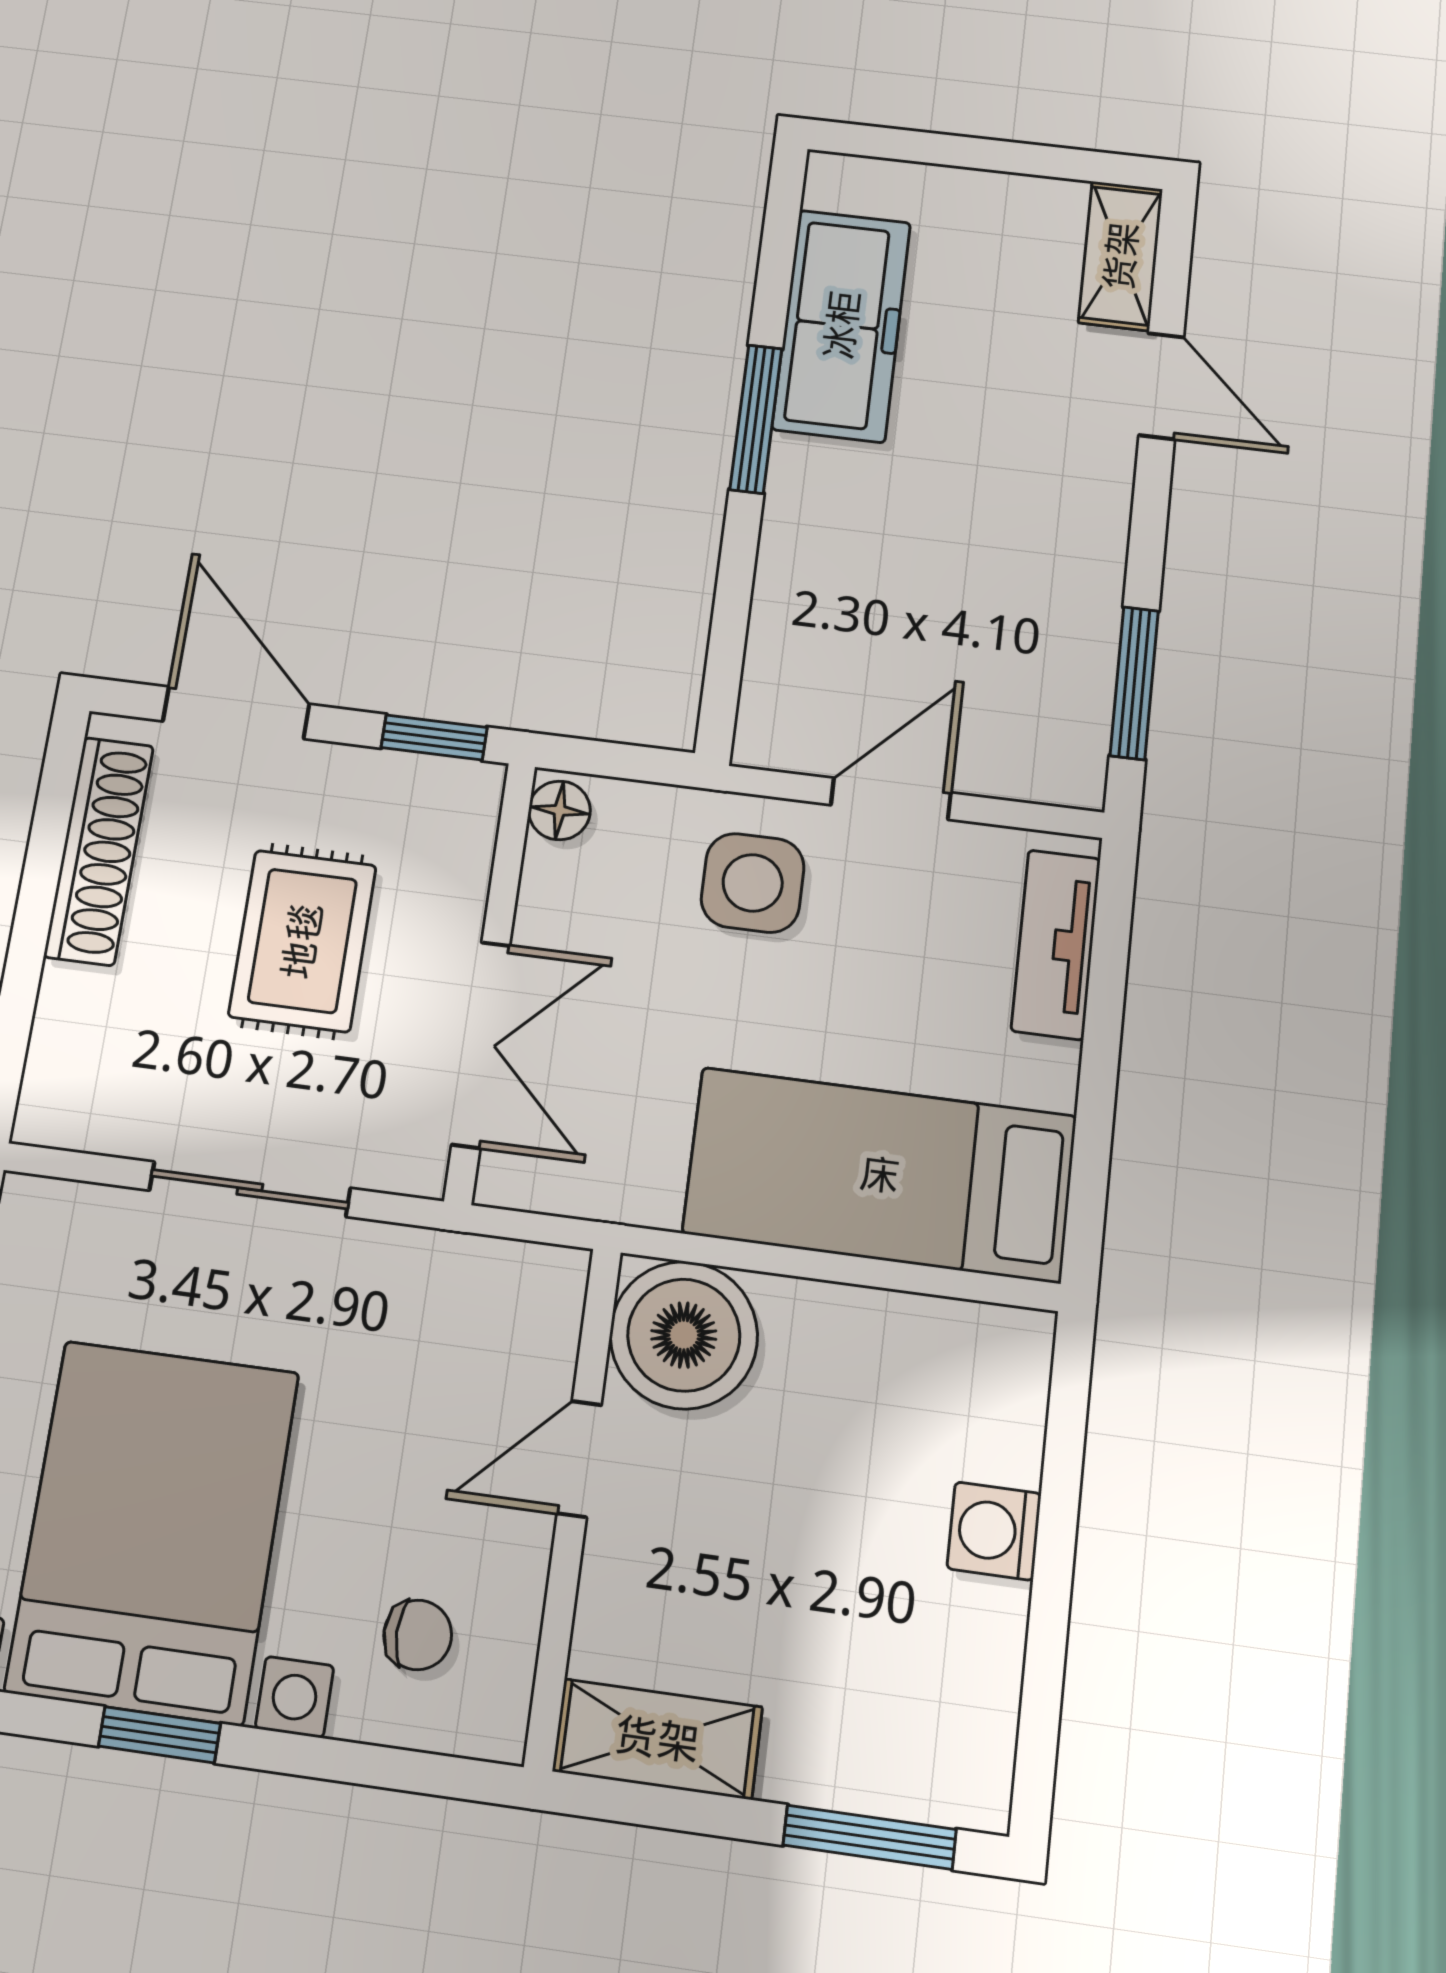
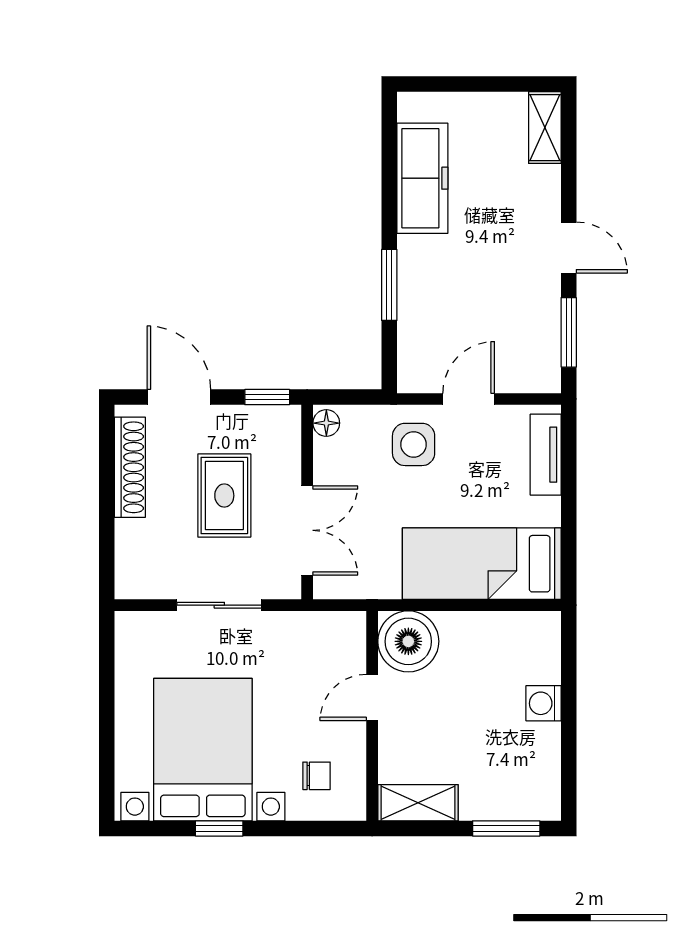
door: (1161, 386) -> (569, 248), moved
window: (756, 419) -> (389, 285), moved

